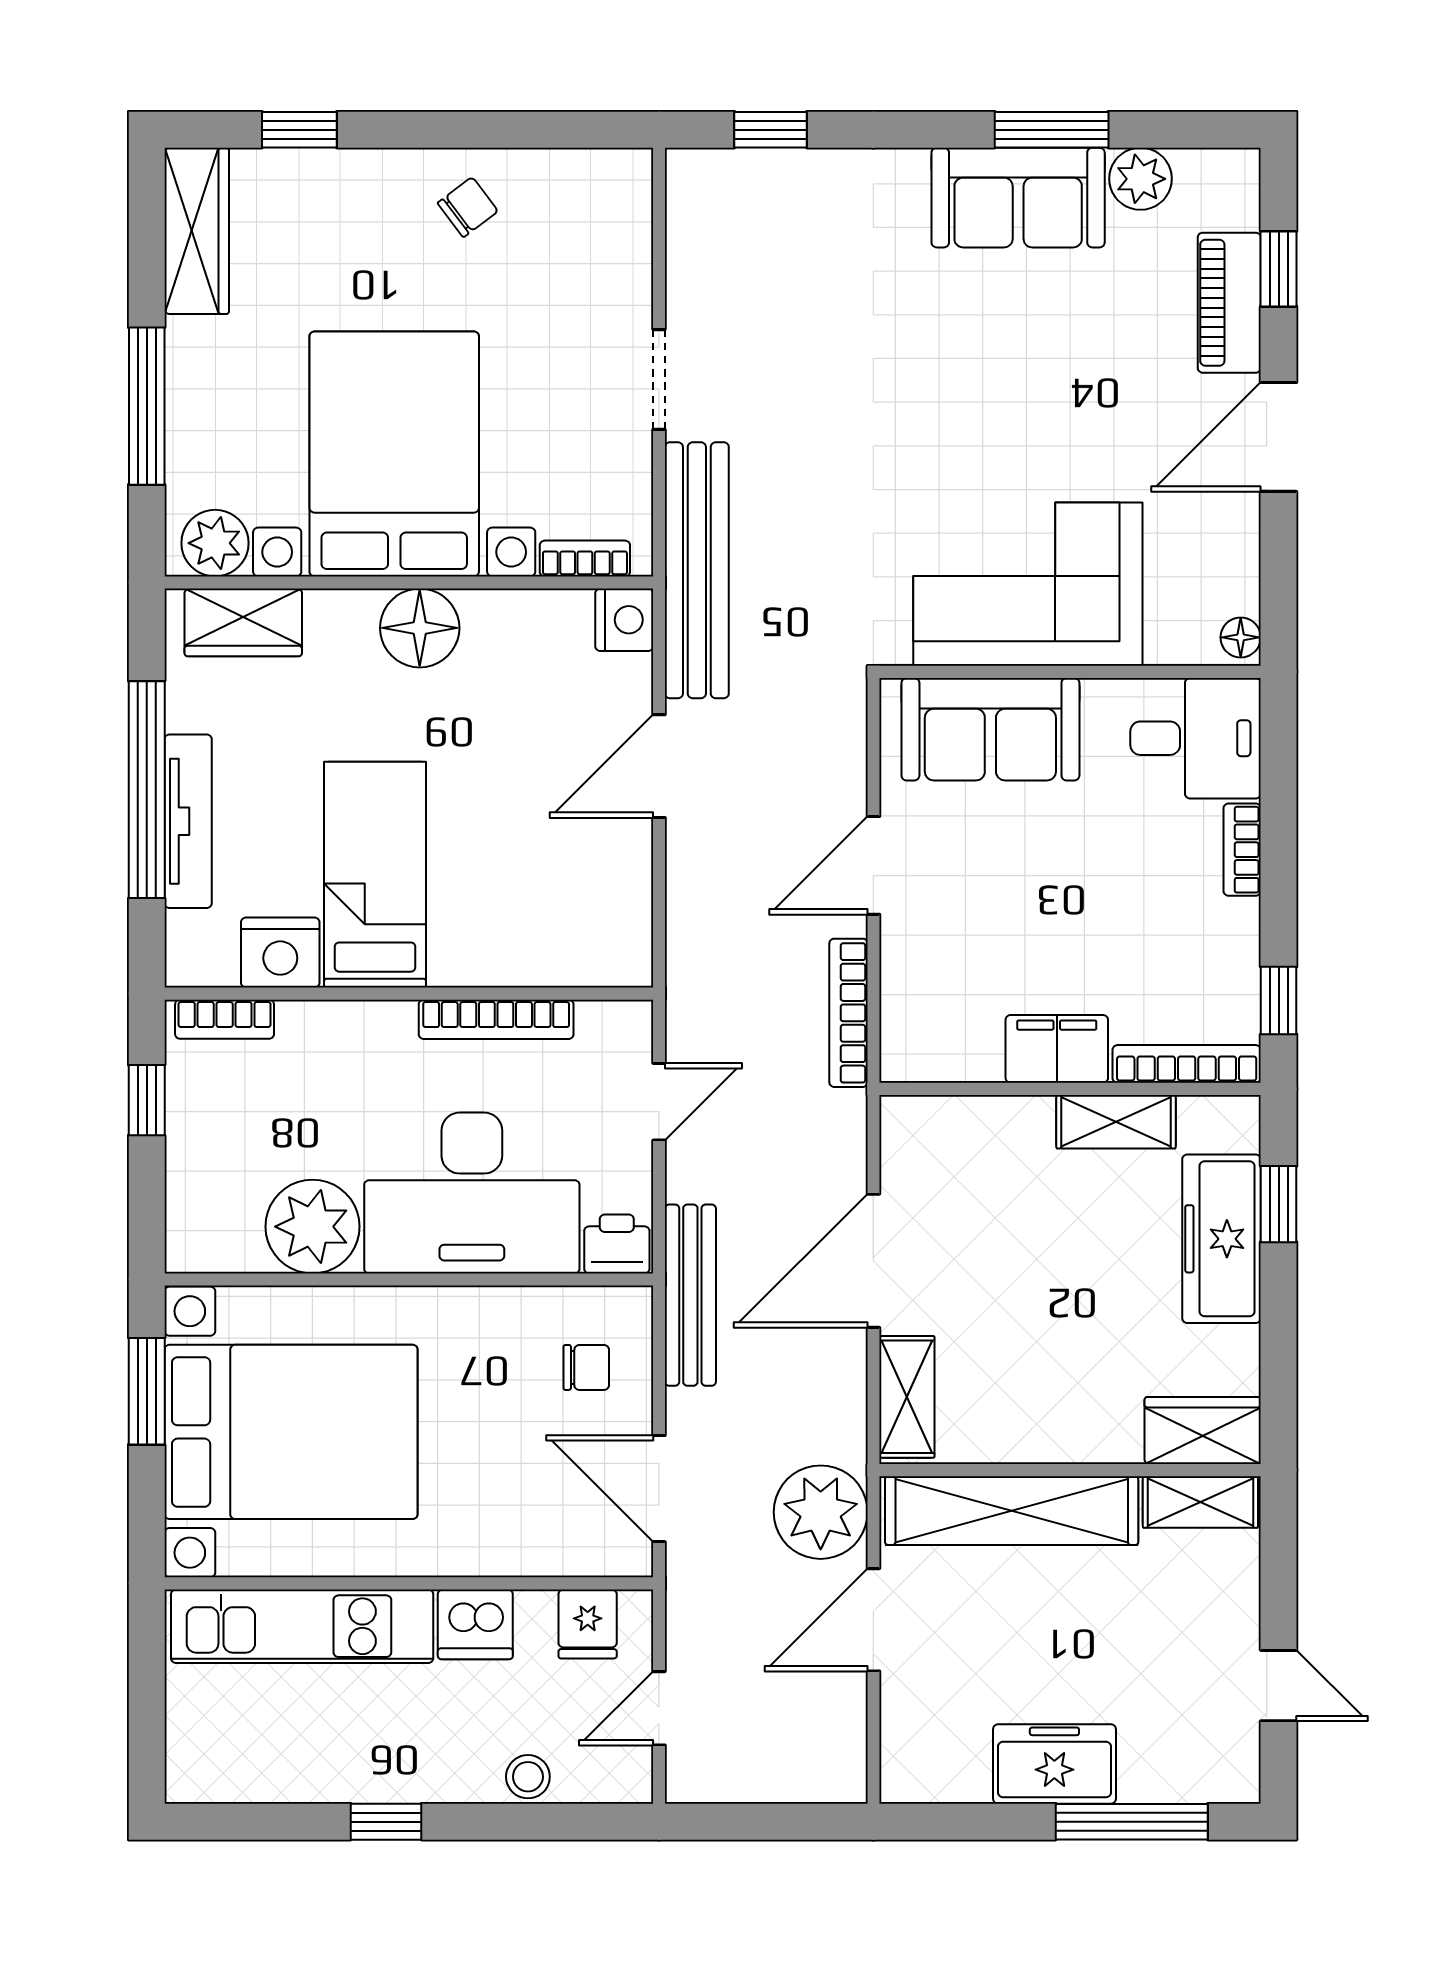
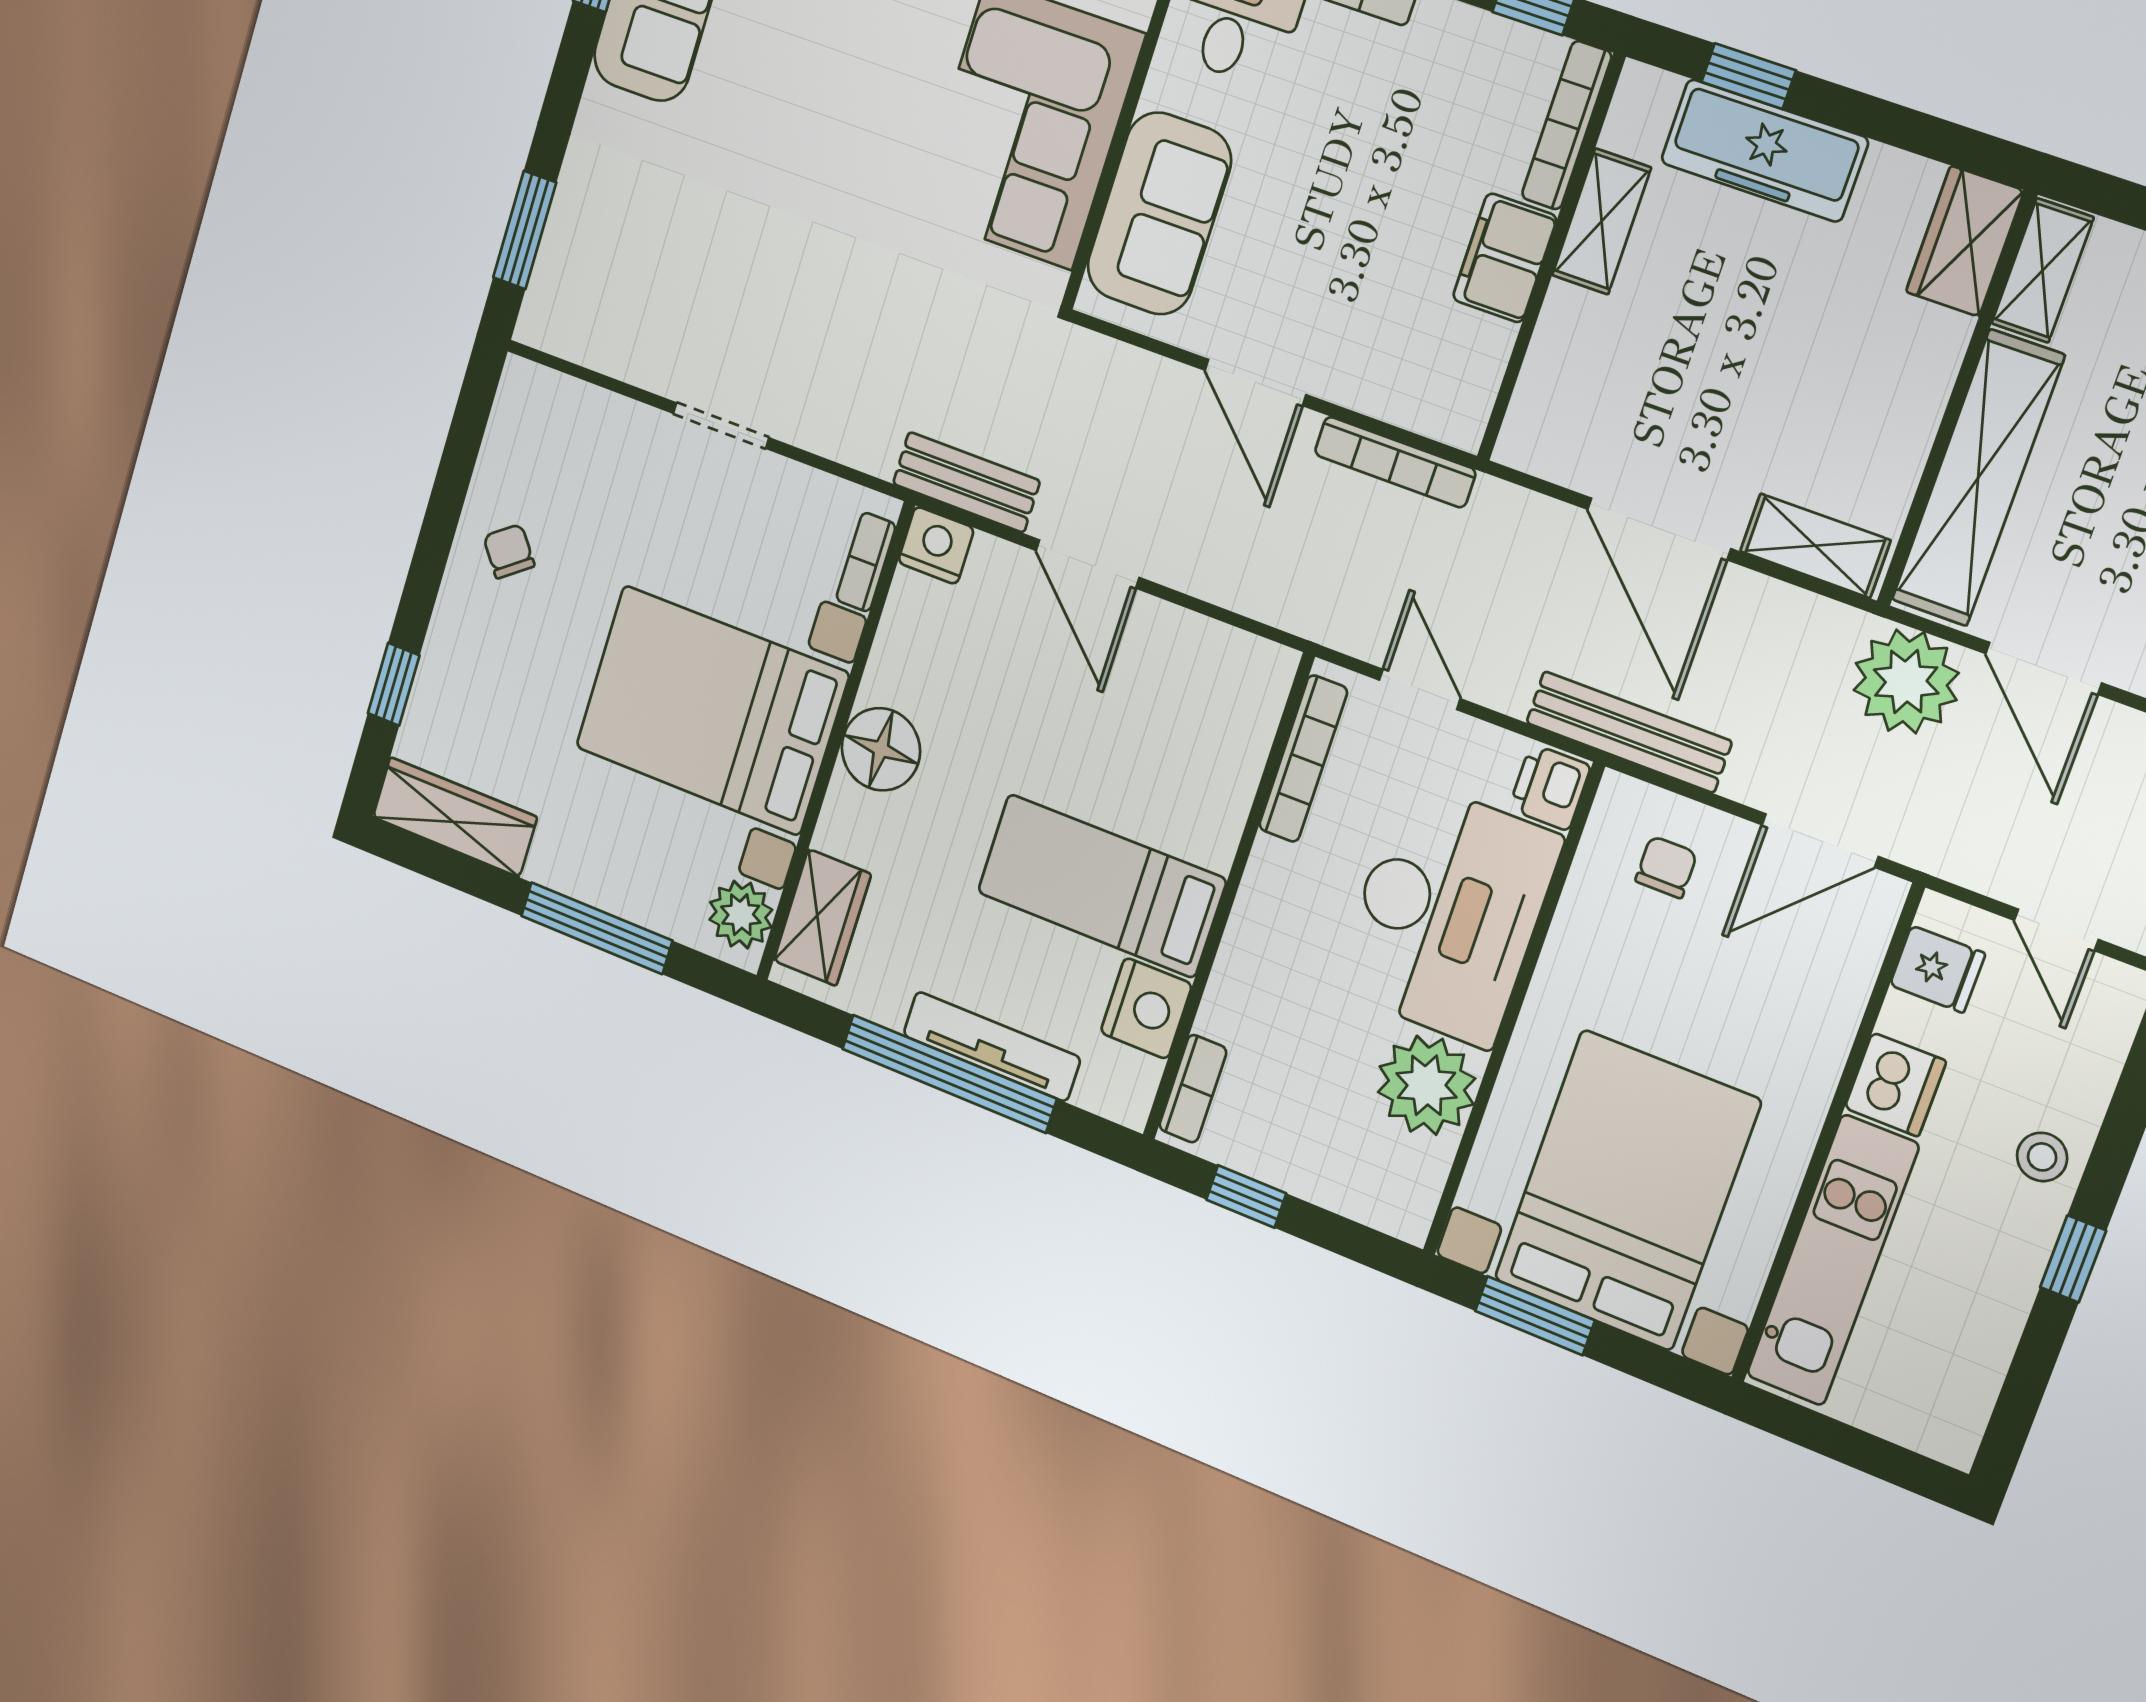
window: (771, 130) -> (525, 230), width x1.50
bench: (697, 570) -> (966, 482), width x0.54, depth x0.82
bookcase: (496, 1019) -> (1303, 759), moved
stool: (528, 1777) -> (2042, 1157), moved

